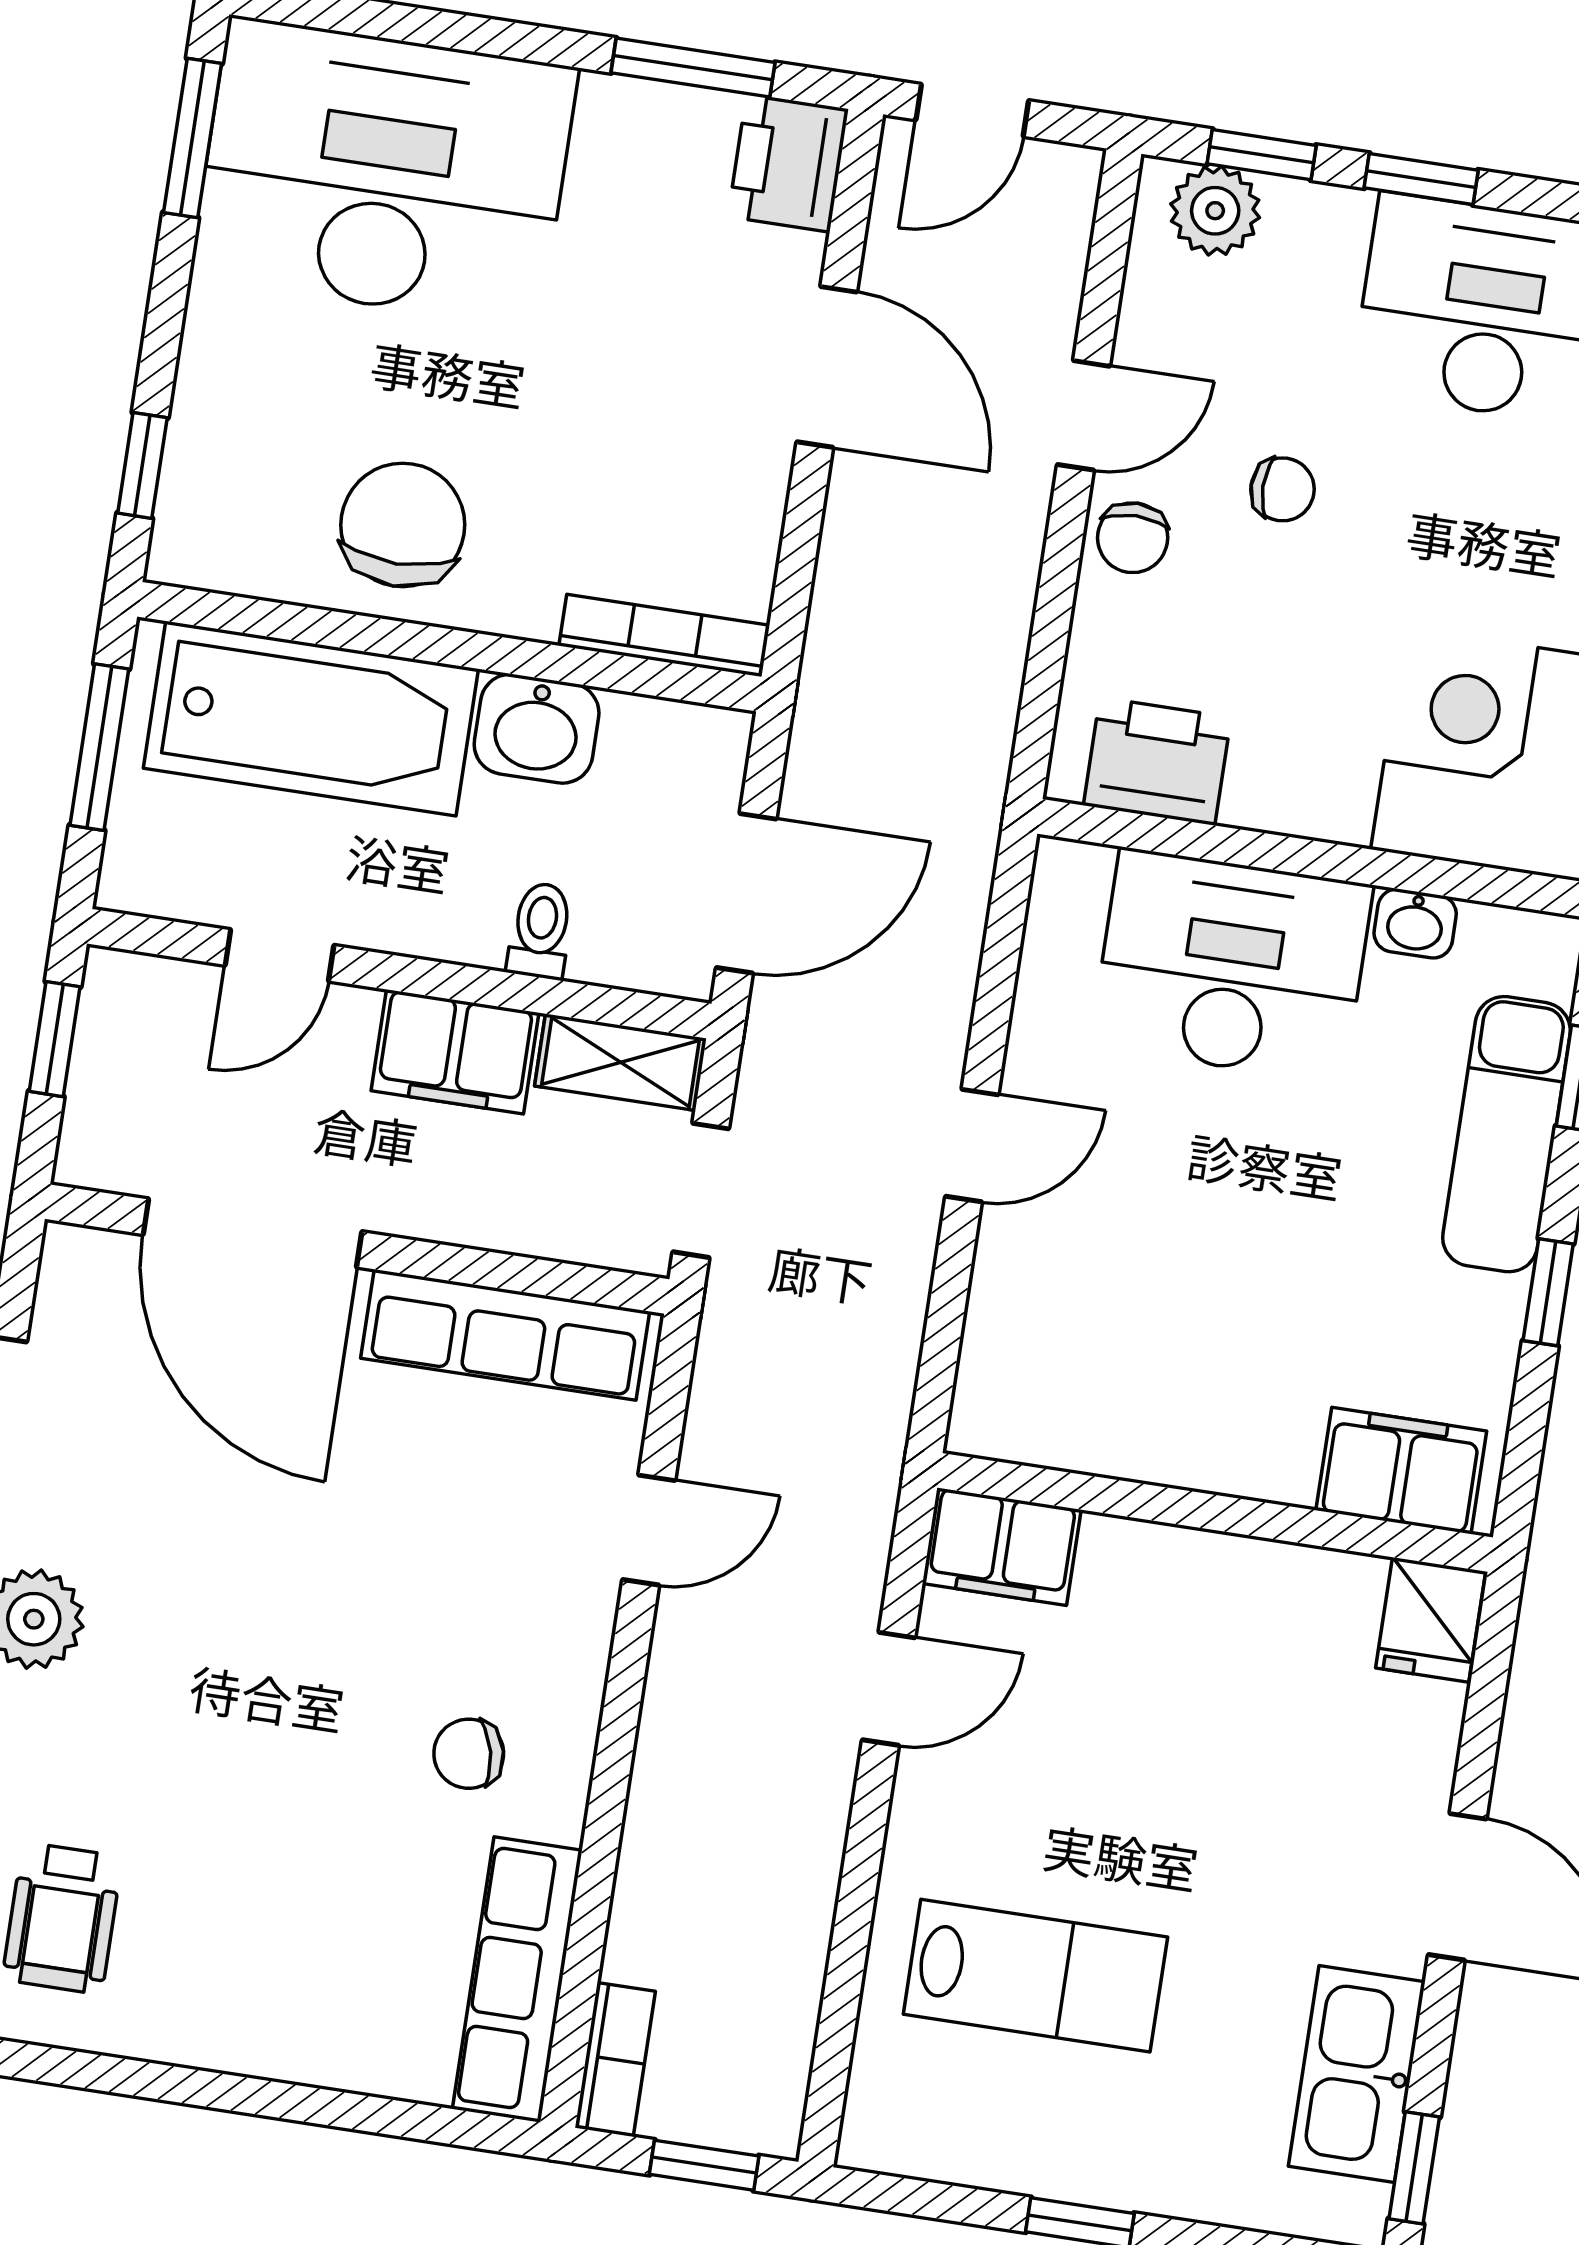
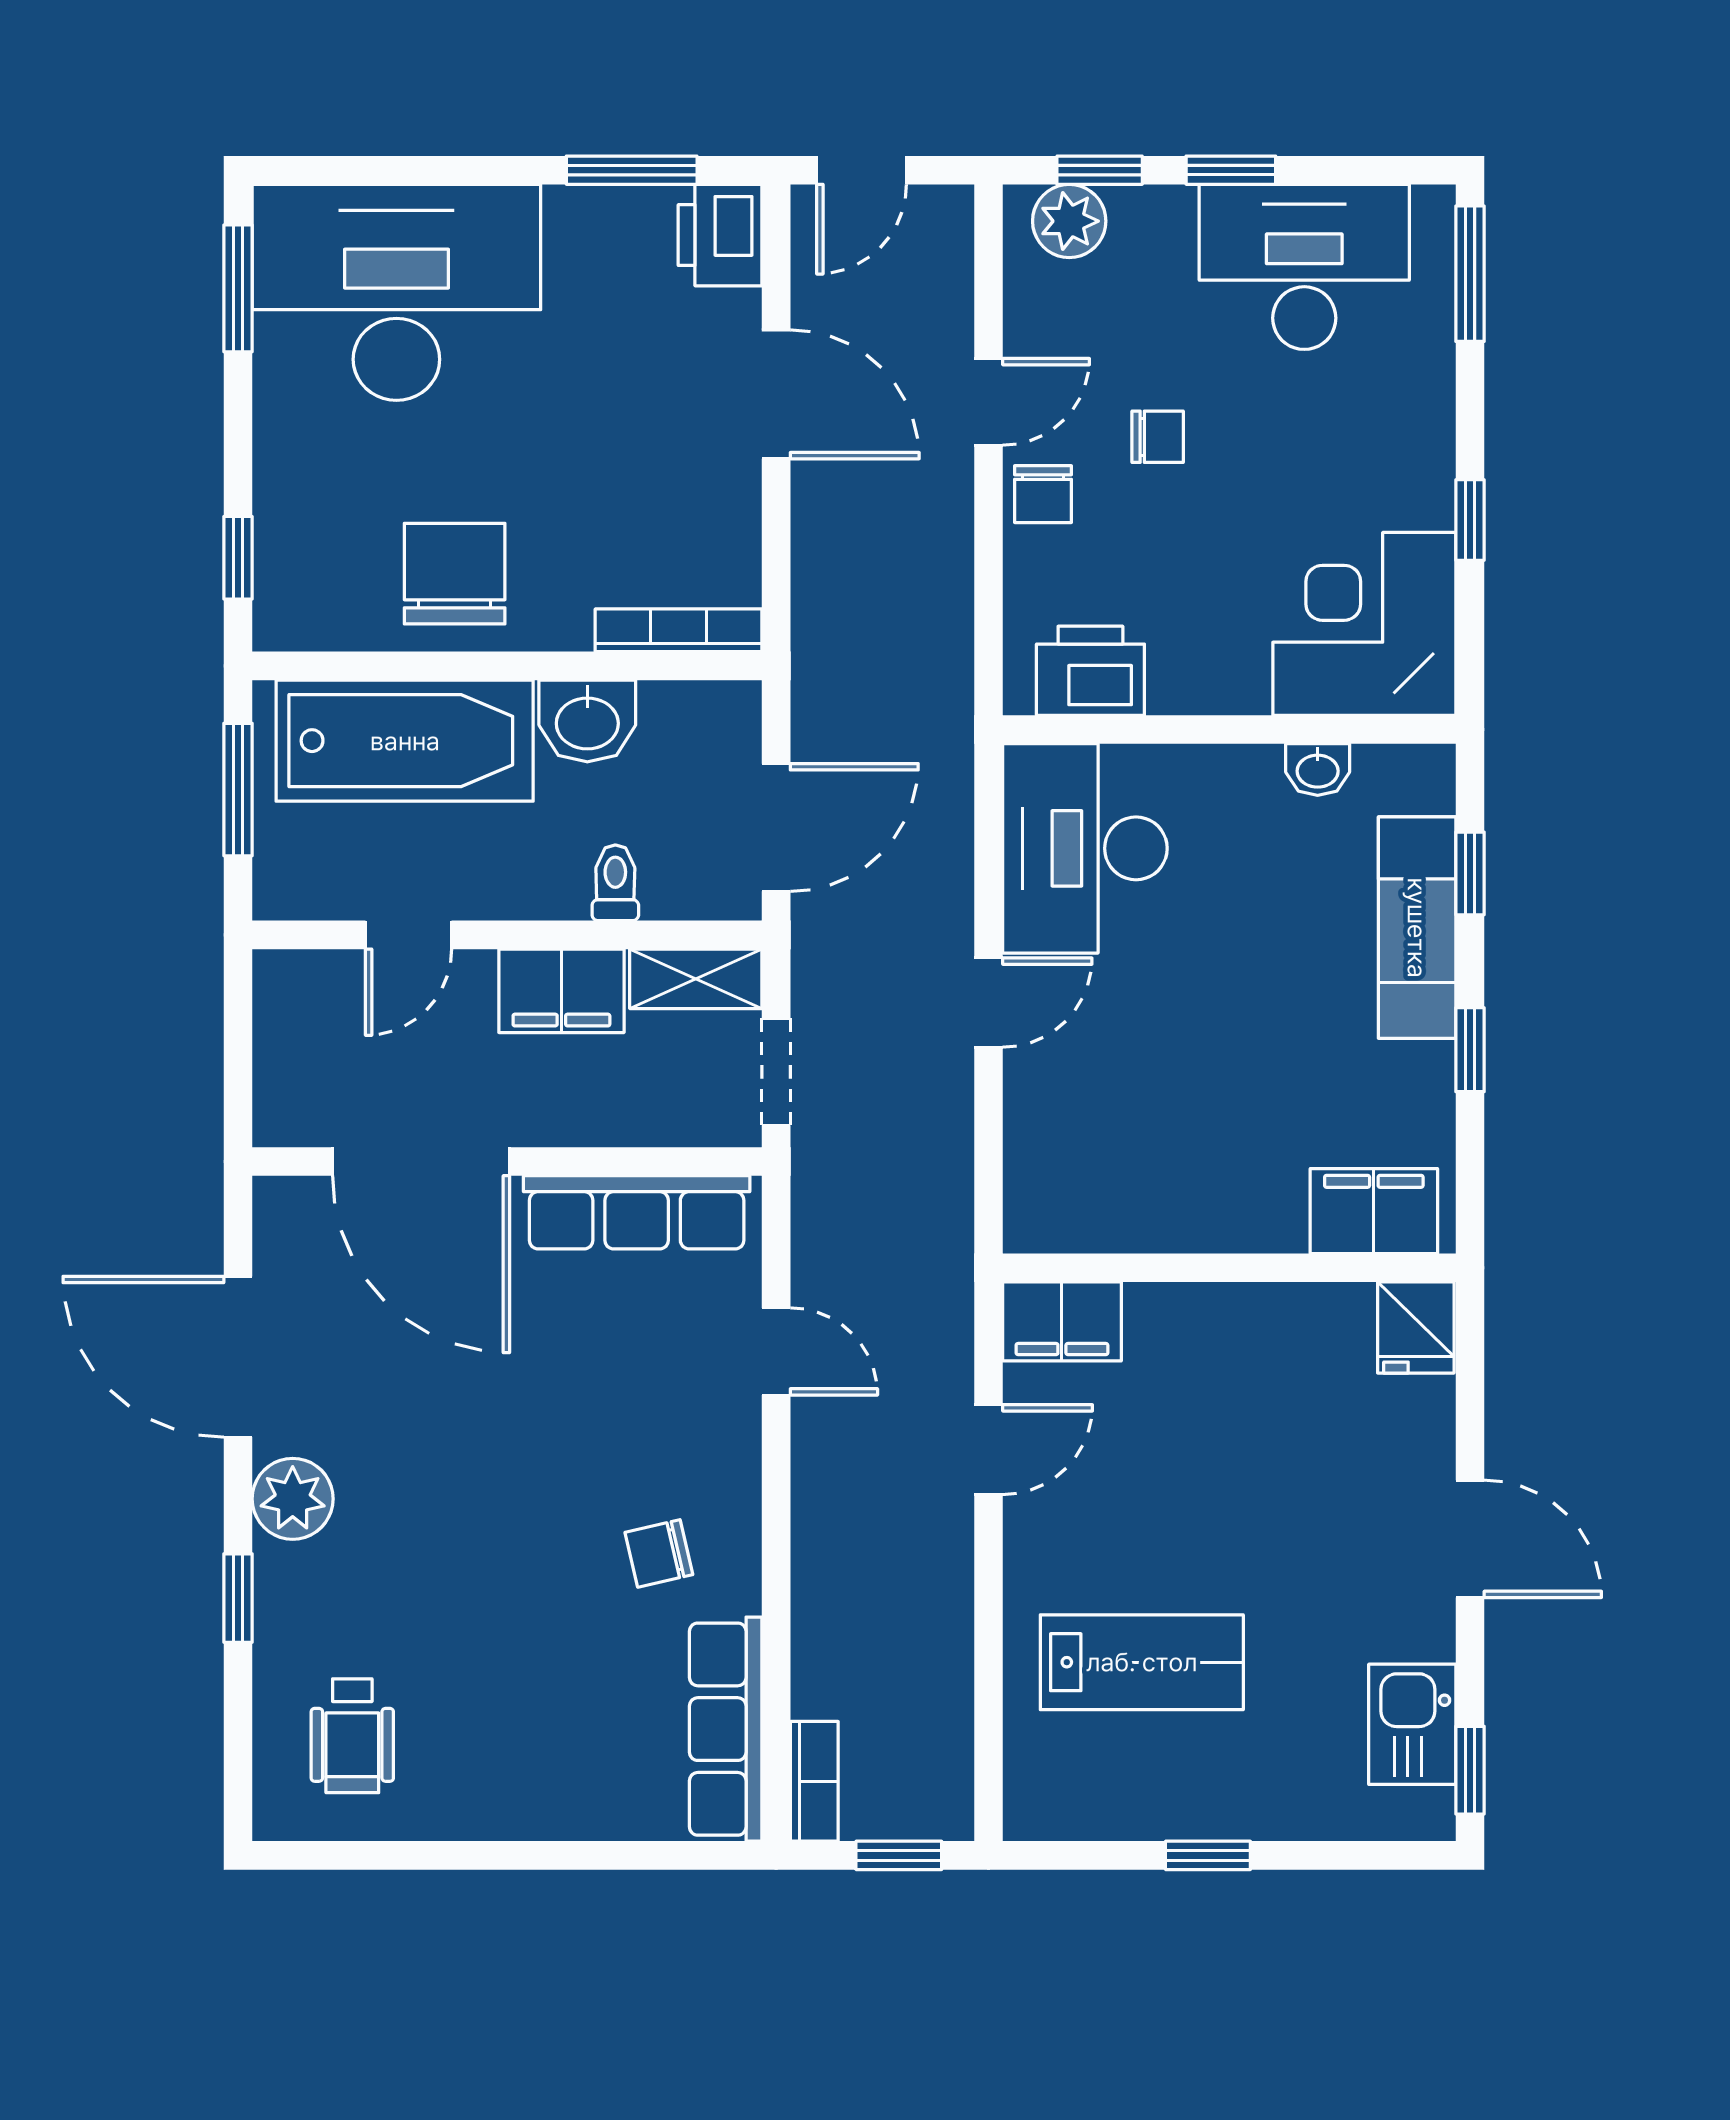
desk: (1232, 966) -> (1085, 848), moved, turned -90
window: (55, 1039) -> (238, 1030), removed
door: (649, 1530) -> (776, 1351), hinge flipped
kitchen sink: (1357, 2074) -> (1412, 1724), width x0.73

